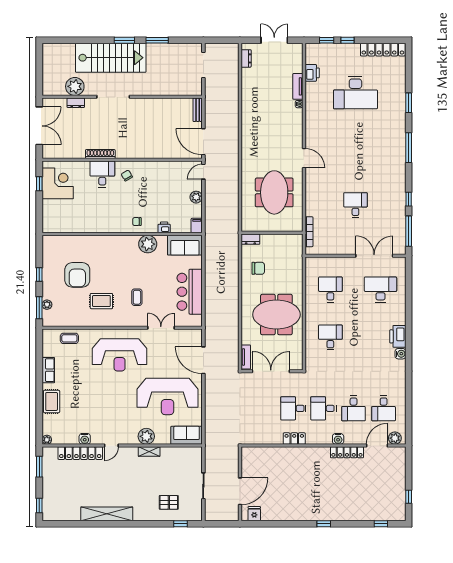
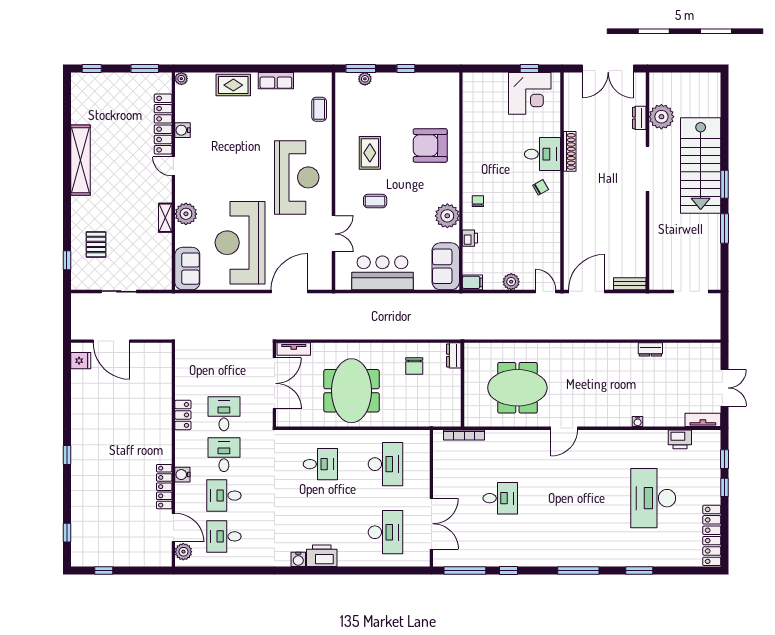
dresser: (246, 58) -> (650, 349), moved
tv unit: (298, 86) -> (703, 420), moved
armchair: (77, 275) -> (430, 145), moved
desk: (330, 290) -> (385, 464), width x1.37
reception desk: (120, 355) -> (297, 177), turned 180

